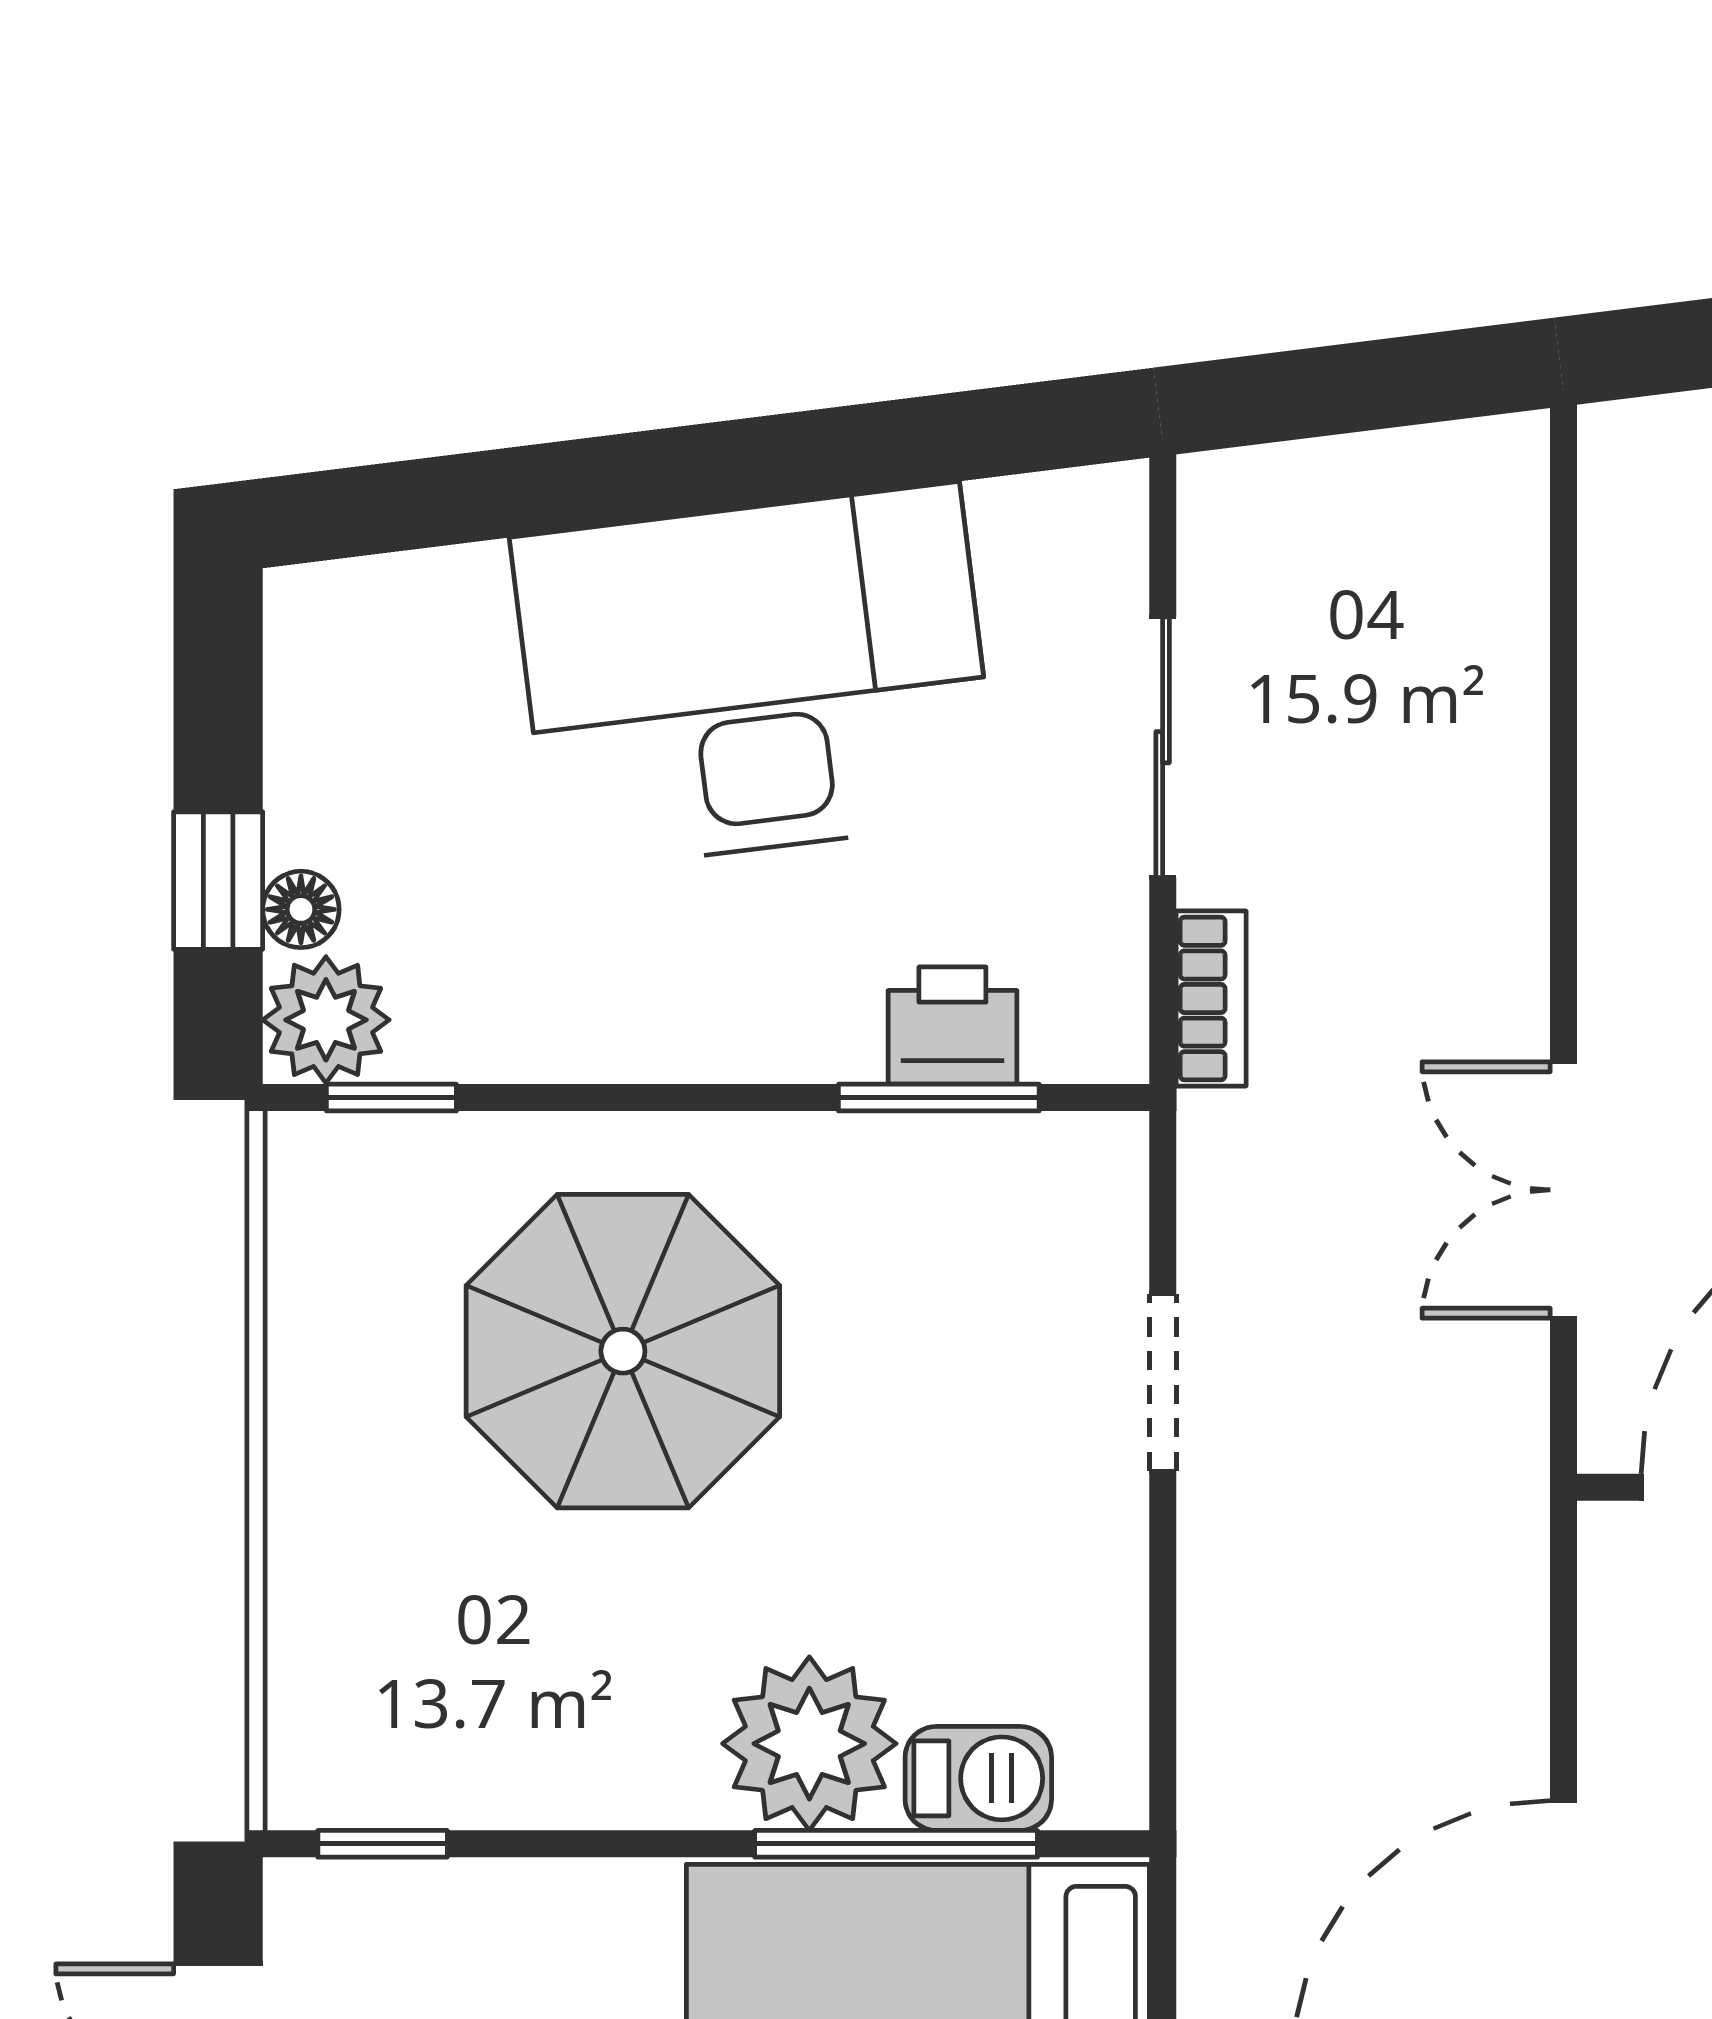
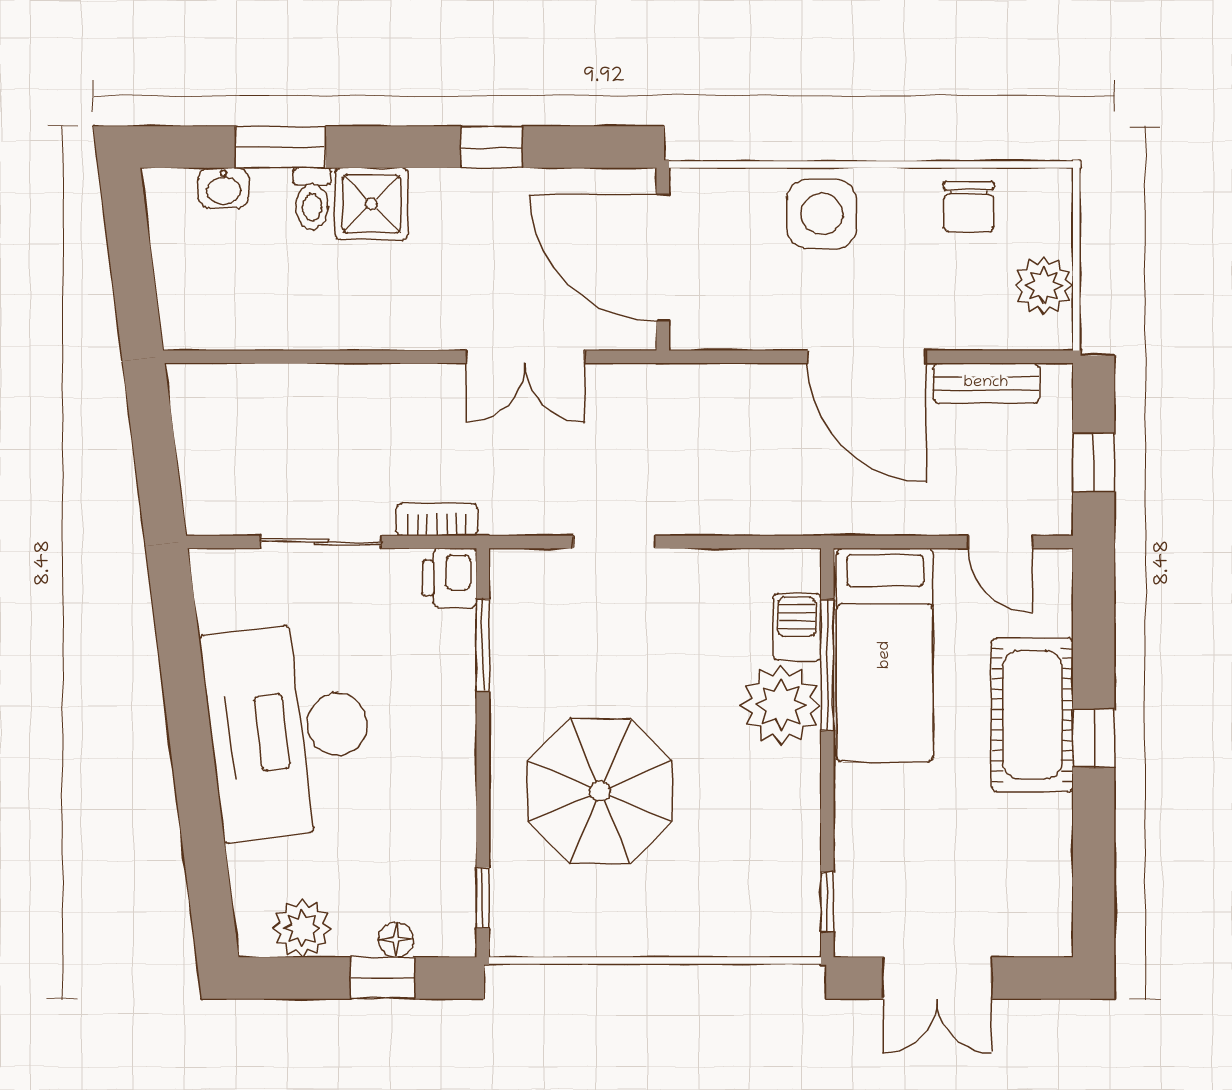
plant: (326, 1020) -> (302, 928), moved
printer: (952, 1026) -> (450, 578), moved

